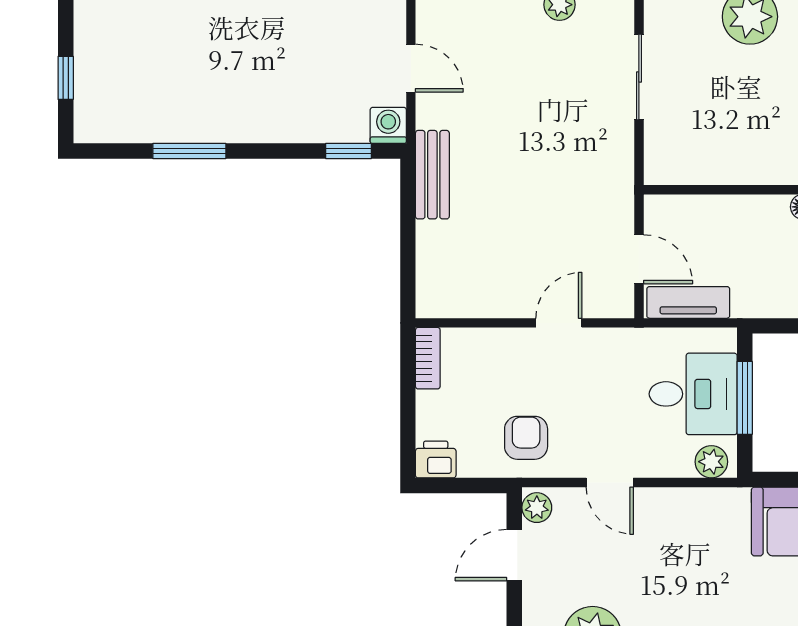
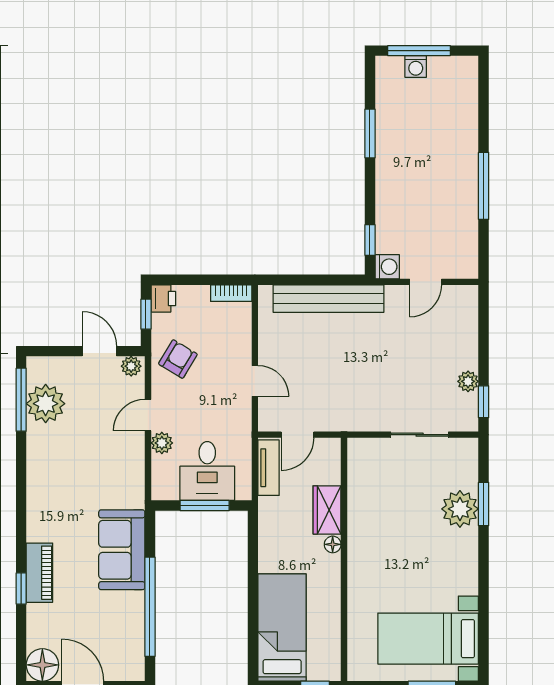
window: (66, 78) -> (419, 51), width x2.17
washing machine: (89, 83) -> (416, 67), added
bench: (432, 175) -> (328, 299), width x1.86, depth x1.21
wardrobe: (751, 215) -> (327, 510), added
armchair: (526, 438) -> (178, 359), turned -59
plant: (711, 462) -> (162, 443), moved
window: (459, 486) -> (146, 314), added

